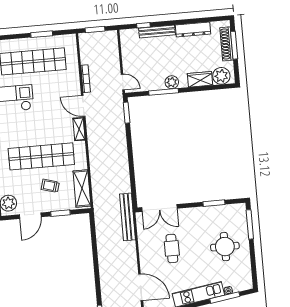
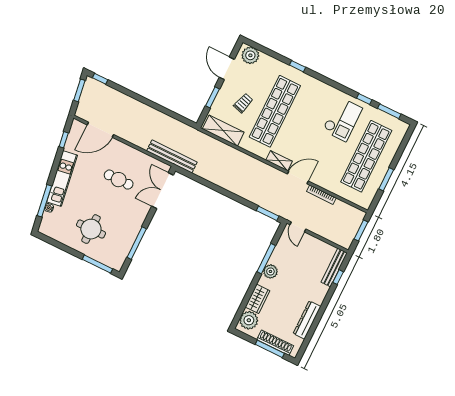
bench: (157, 31) -> (334, 267), moved
door: (123, 82) -> (298, 227), hinge flipped
window: (214, 203) -> (137, 243), width x1.44

